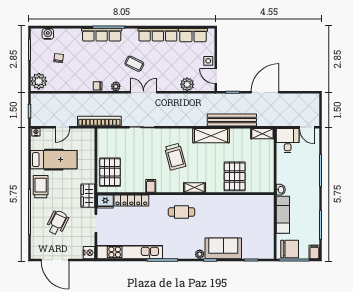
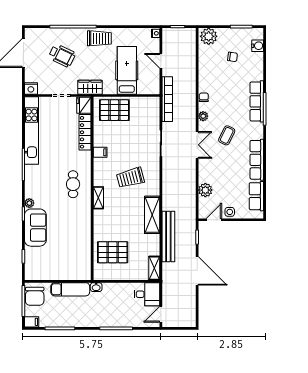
hospital bed: (54, 160) -> (127, 70), moved, turned 180
pallet: (235, 176) -> (113, 252), moved

